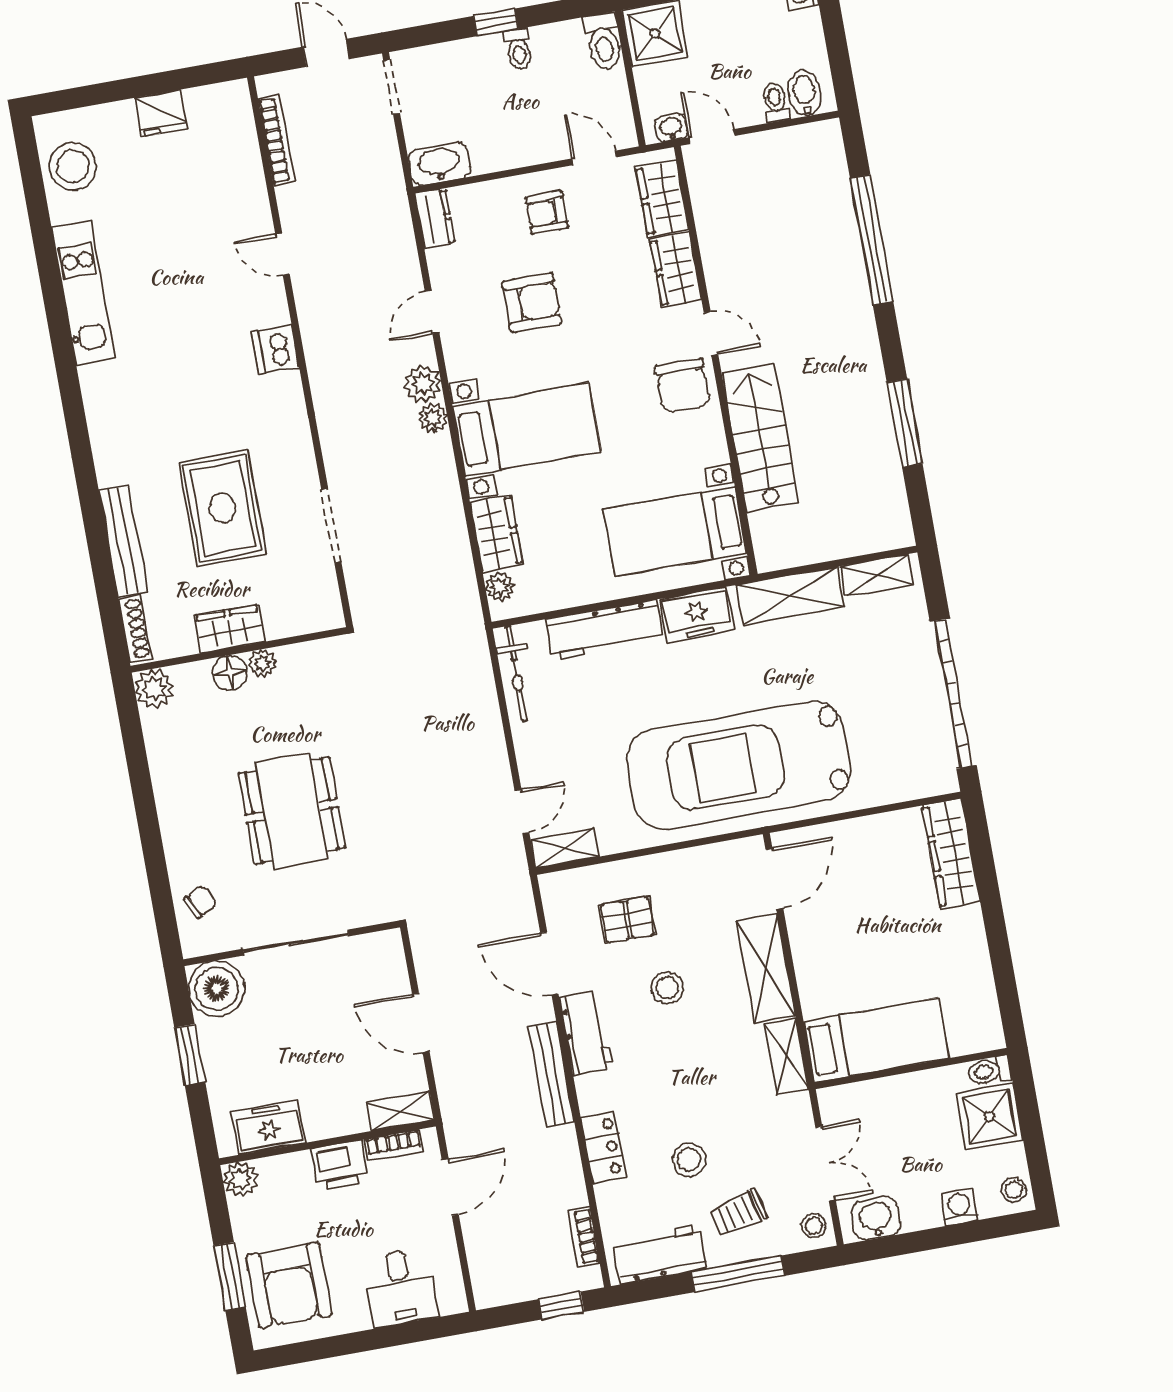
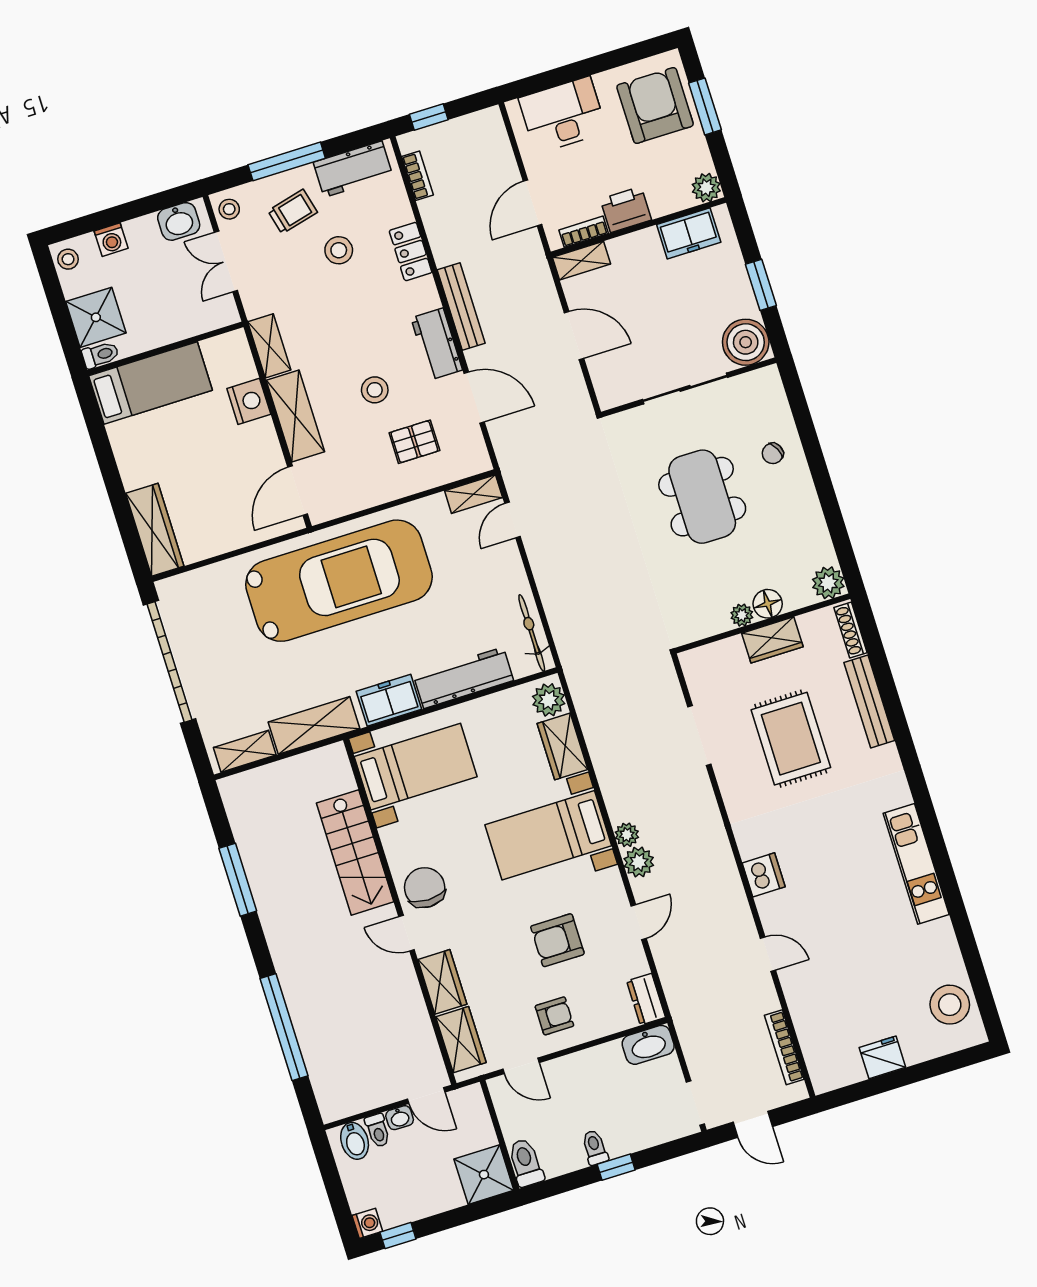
washbasin: (671, 128) -> (400, 1118), moved
kitchen unit: (83, 293) -> (916, 864), moved
plant: (500, 587) -> (549, 700), width x1.38, depth x1.38
chair: (200, 902) -> (773, 453), moved
nightstand: (819, 993) -> (249, 401), added
bed: (876, 1040) -> (151, 383), moved, turned 180
desk: (401, 1288) -> (563, 115), width x1.37

